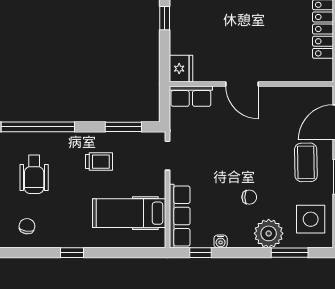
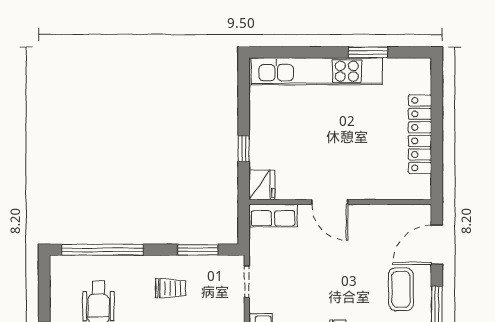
window: (165, 18) -> (244, 148), moved

